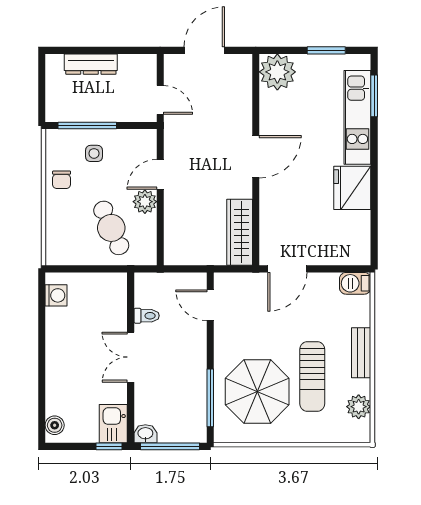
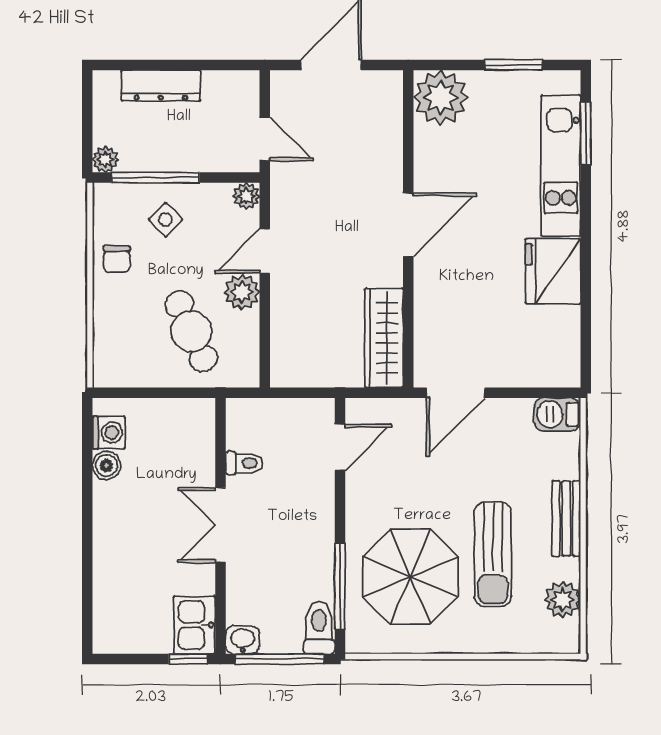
plant: (54, 113) -> (105, 160), added
plant: (148, 138) -> (246, 196), added
side table: (94, 153) -> (166, 220), turned 45
door: (210, 305) -> (340, 447), swing flipped
boiler: (55, 425) -> (106, 465), moved
toilet: (196, 426) -> (319, 628), added

